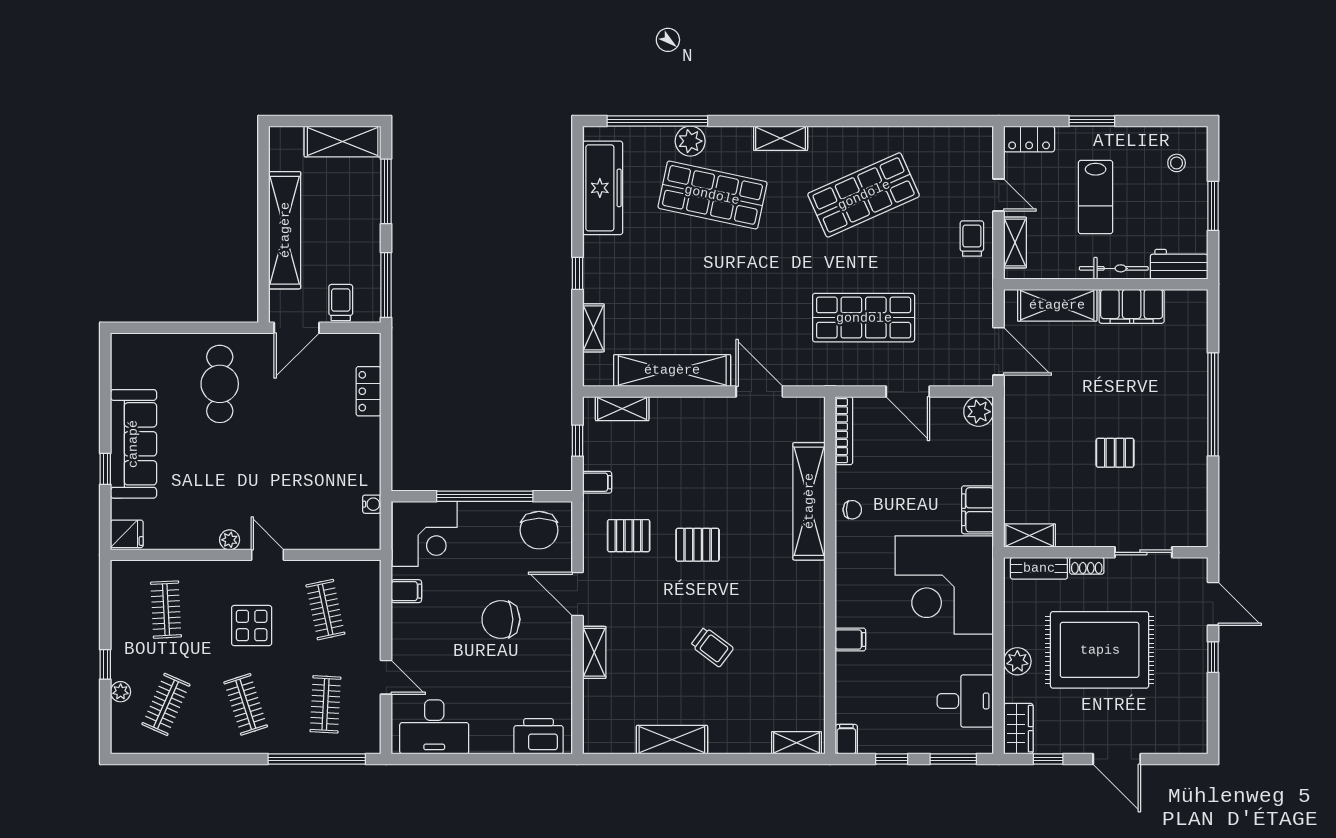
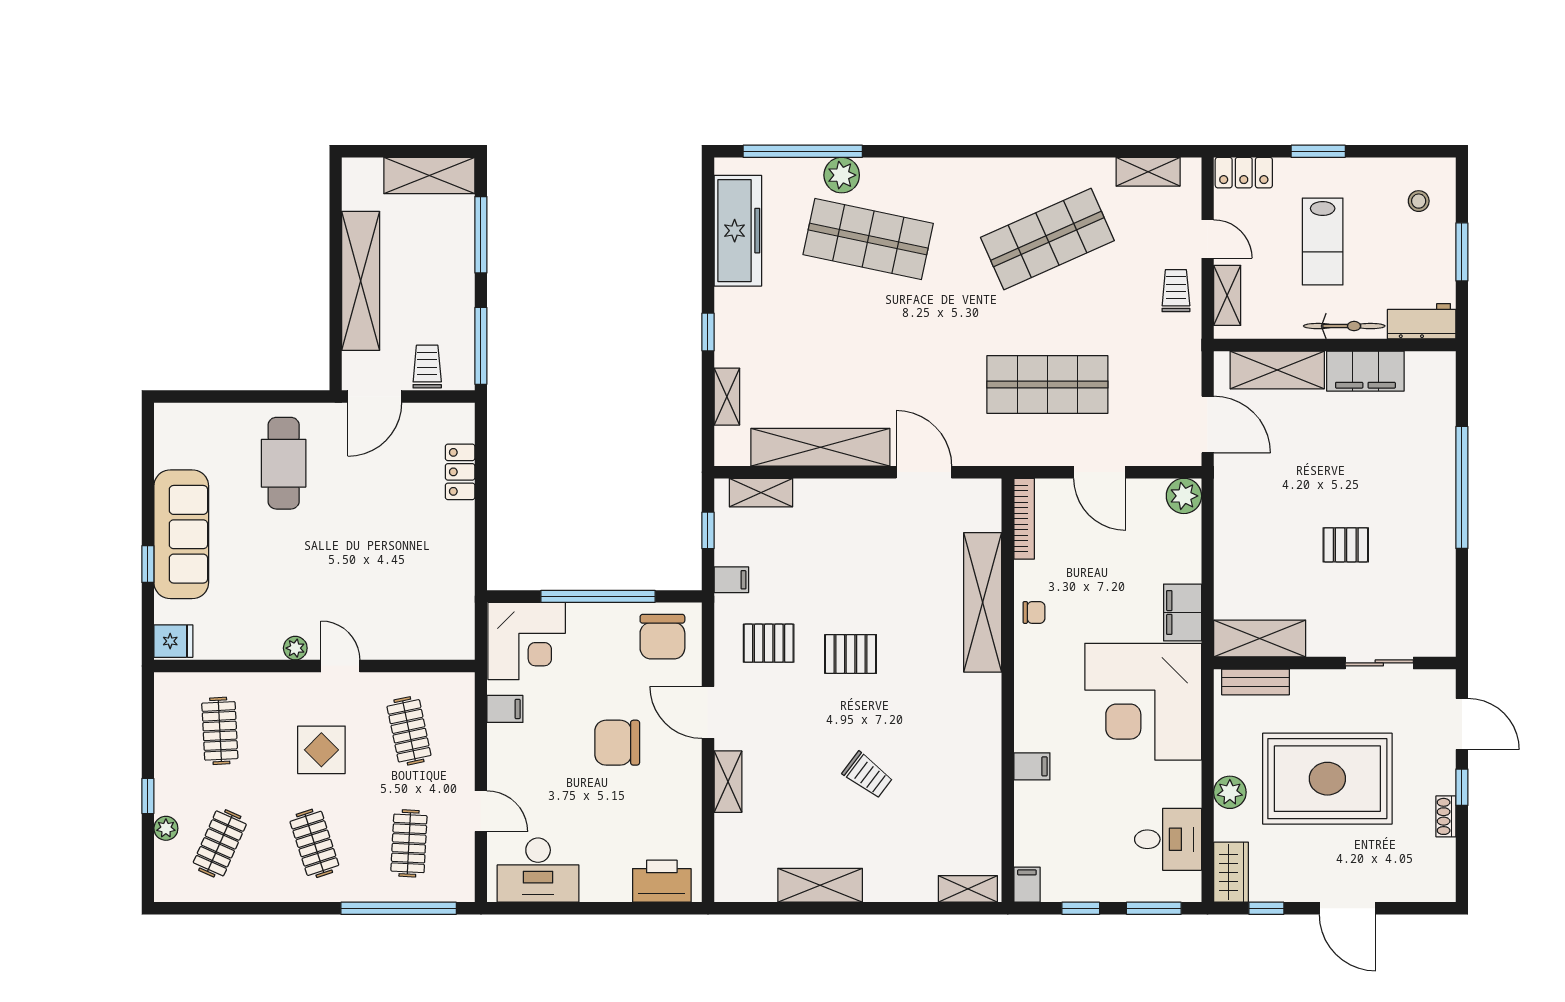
shelving: (781, 138) -> (1148, 172), moved
water cooler: (372, 504) -> (464, 606), removed
shelving: (1030, 536) -> (1260, 638), width x1.50, depth x1.33
shoe rack: (1087, 566) -> (1446, 816), moved, turned 90

